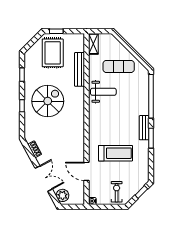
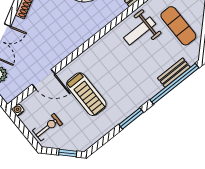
weight bench: (103, 92) -> (140, 31), turned 90
bench: (144, 128) -> (174, 73), moved
door: (86, 171) -> (44, 79), swing flipped

